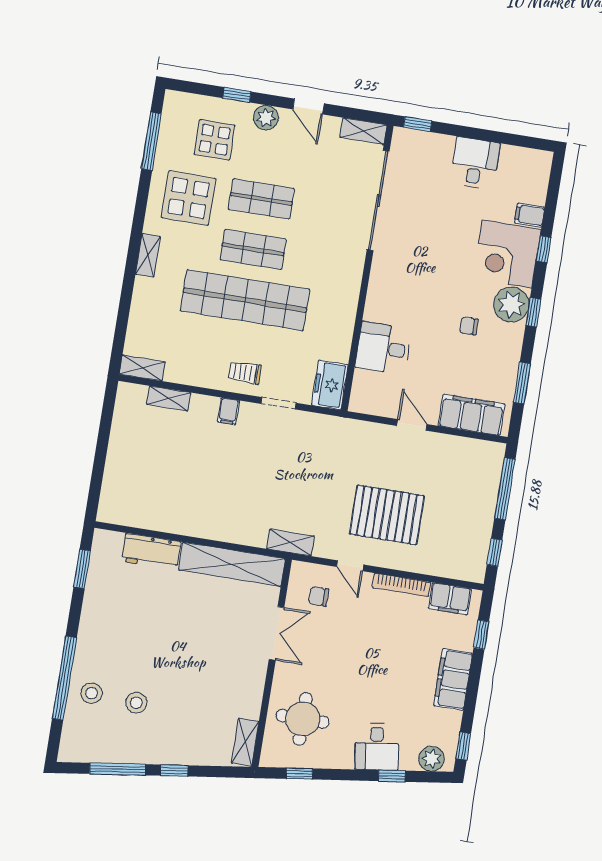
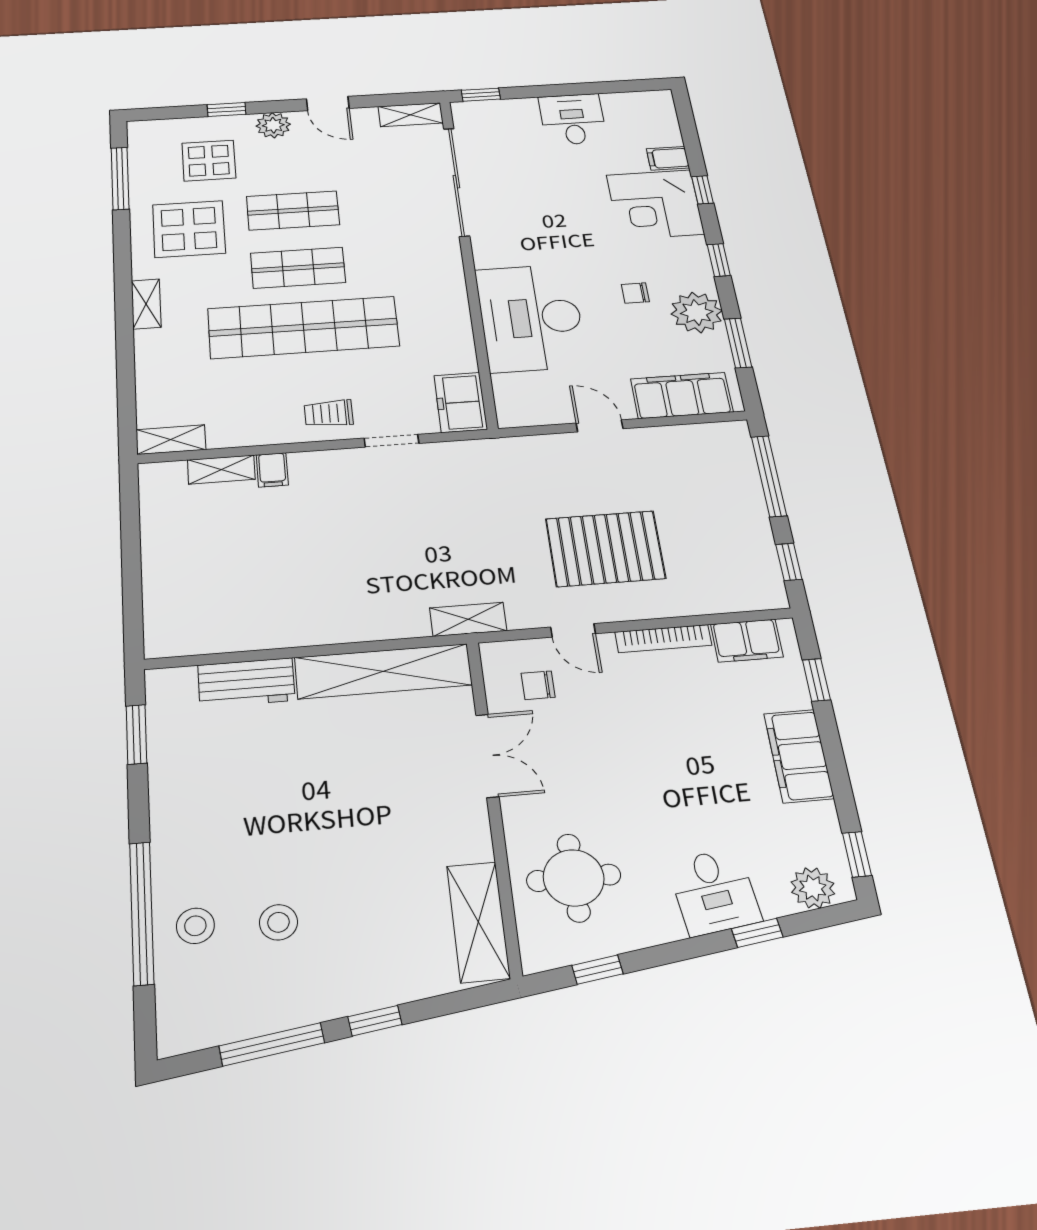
plant: (511, 304) -> (697, 312), moved
desk: (383, 348) -> (531, 318), width x1.87, depth x1.30
filing cabinet: (229, 411) -> (272, 470), moved
shelving: (245, 742) -> (478, 922), width x1.50, depth x1.33

